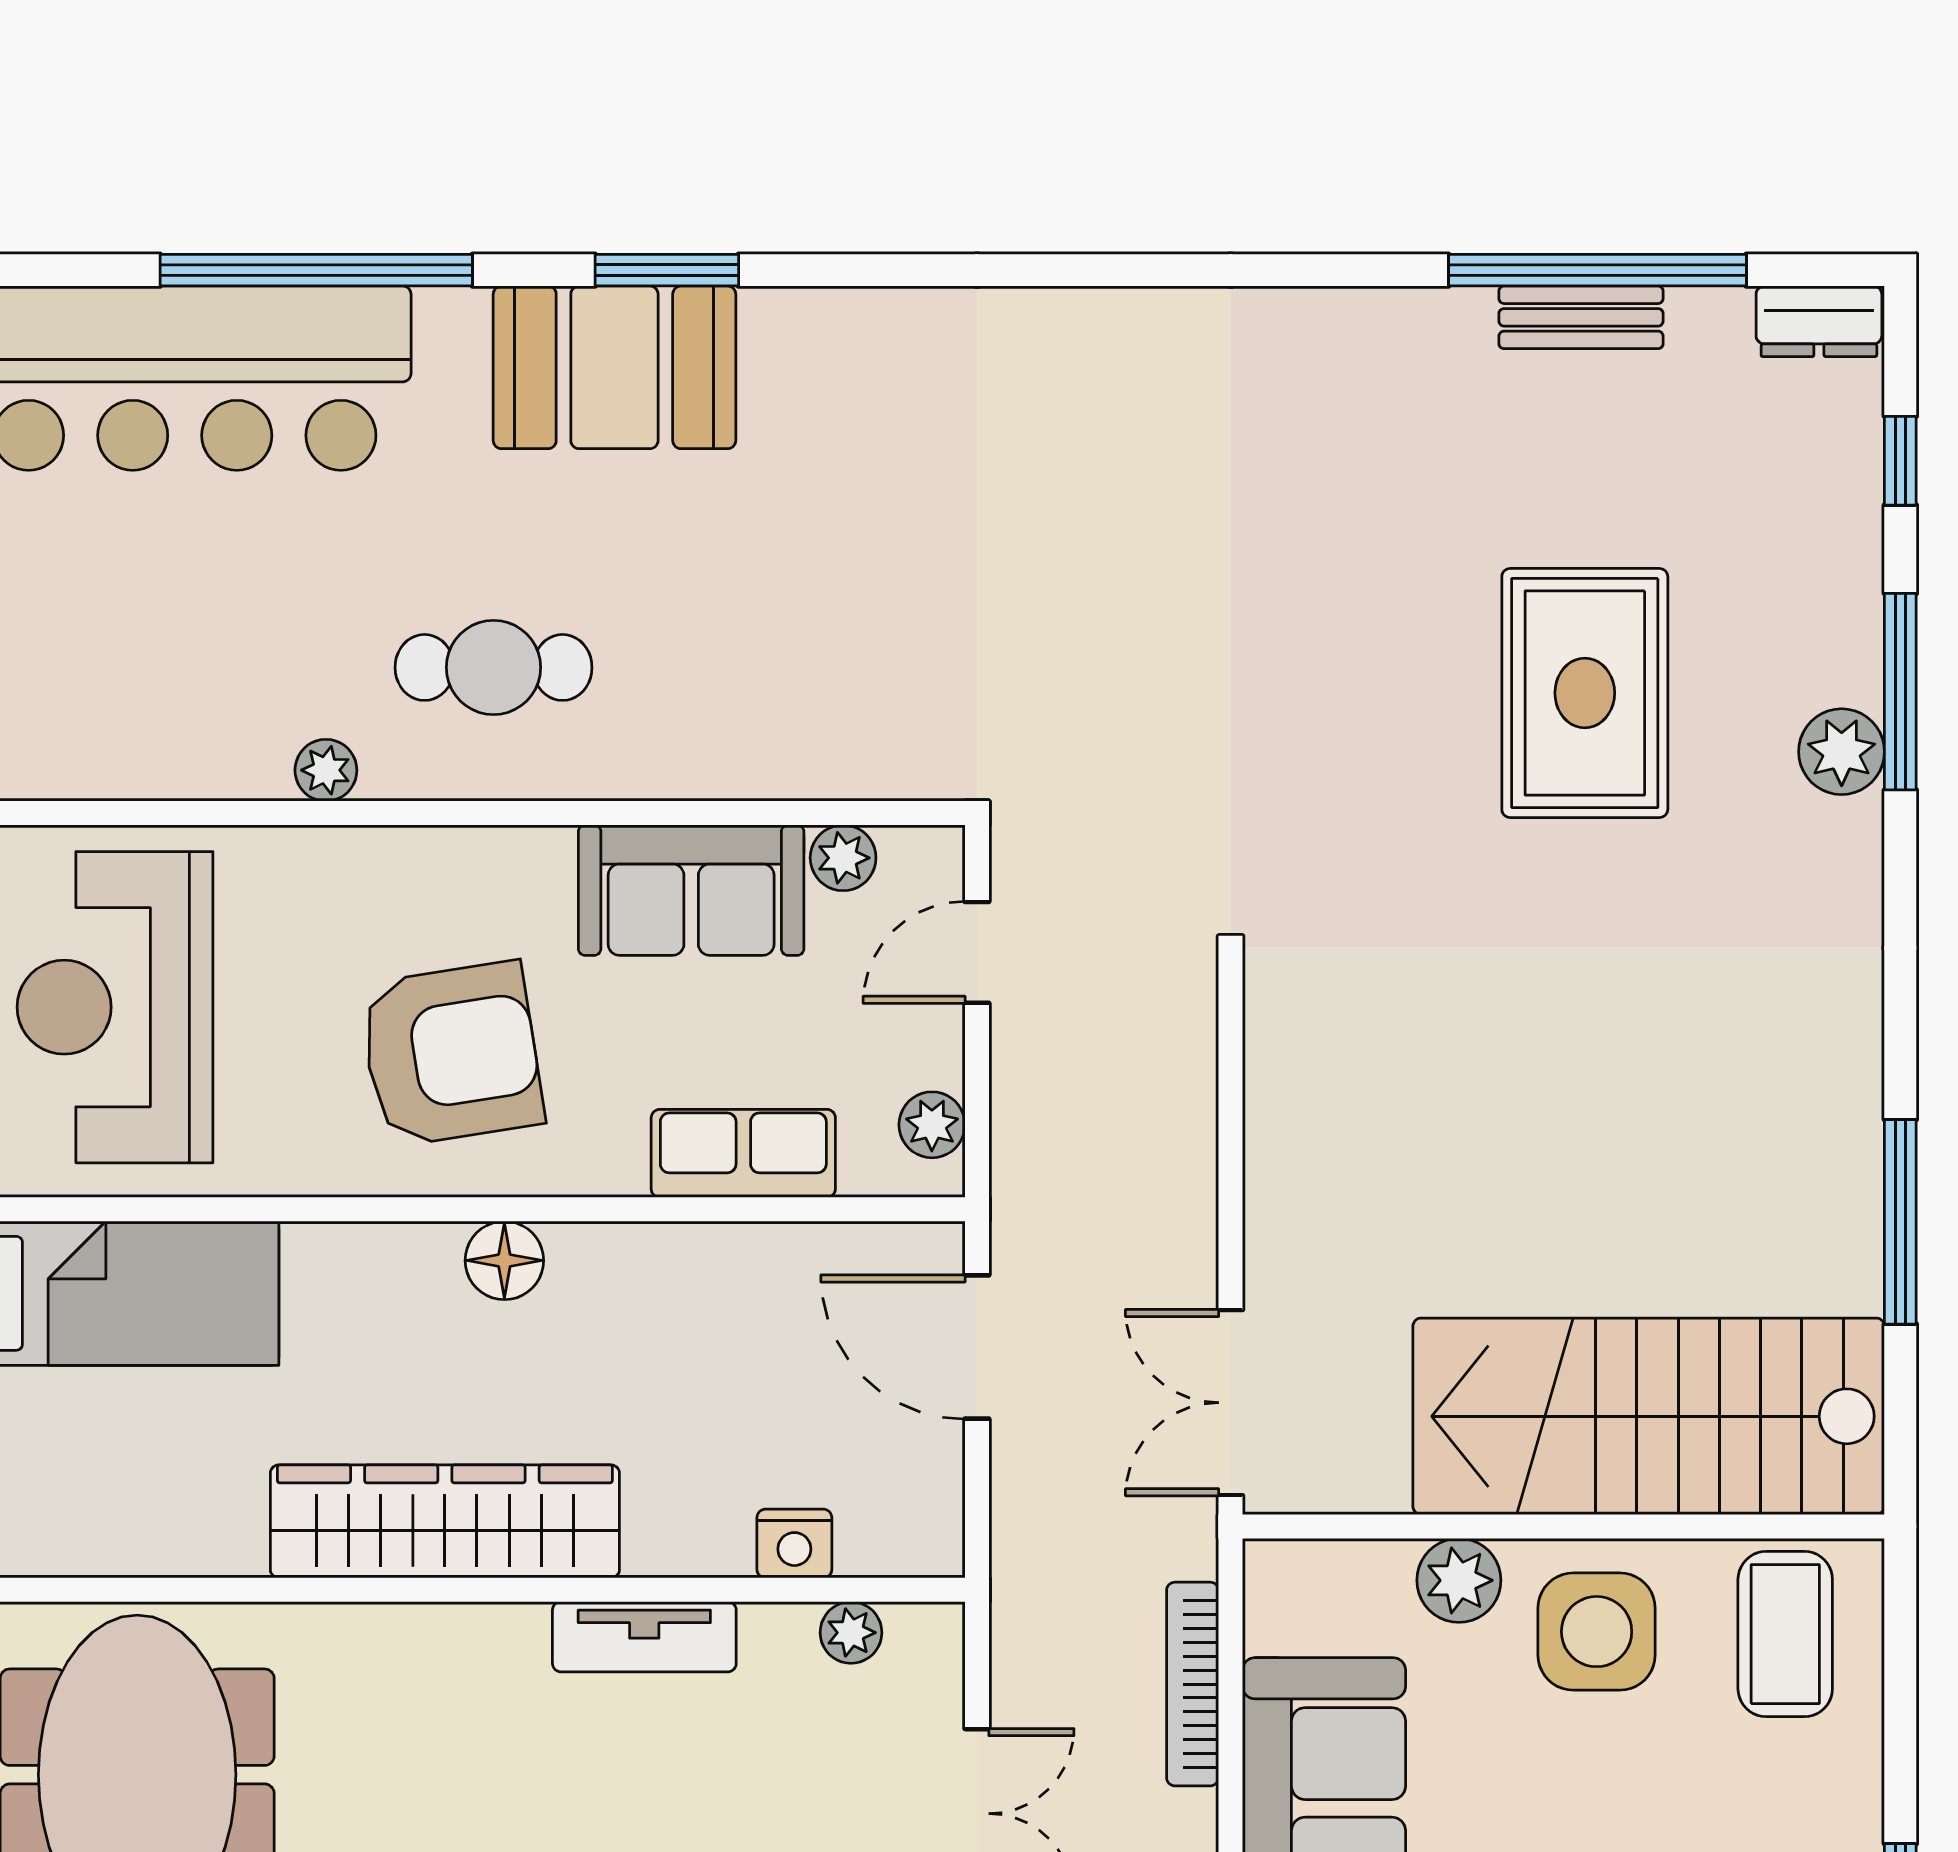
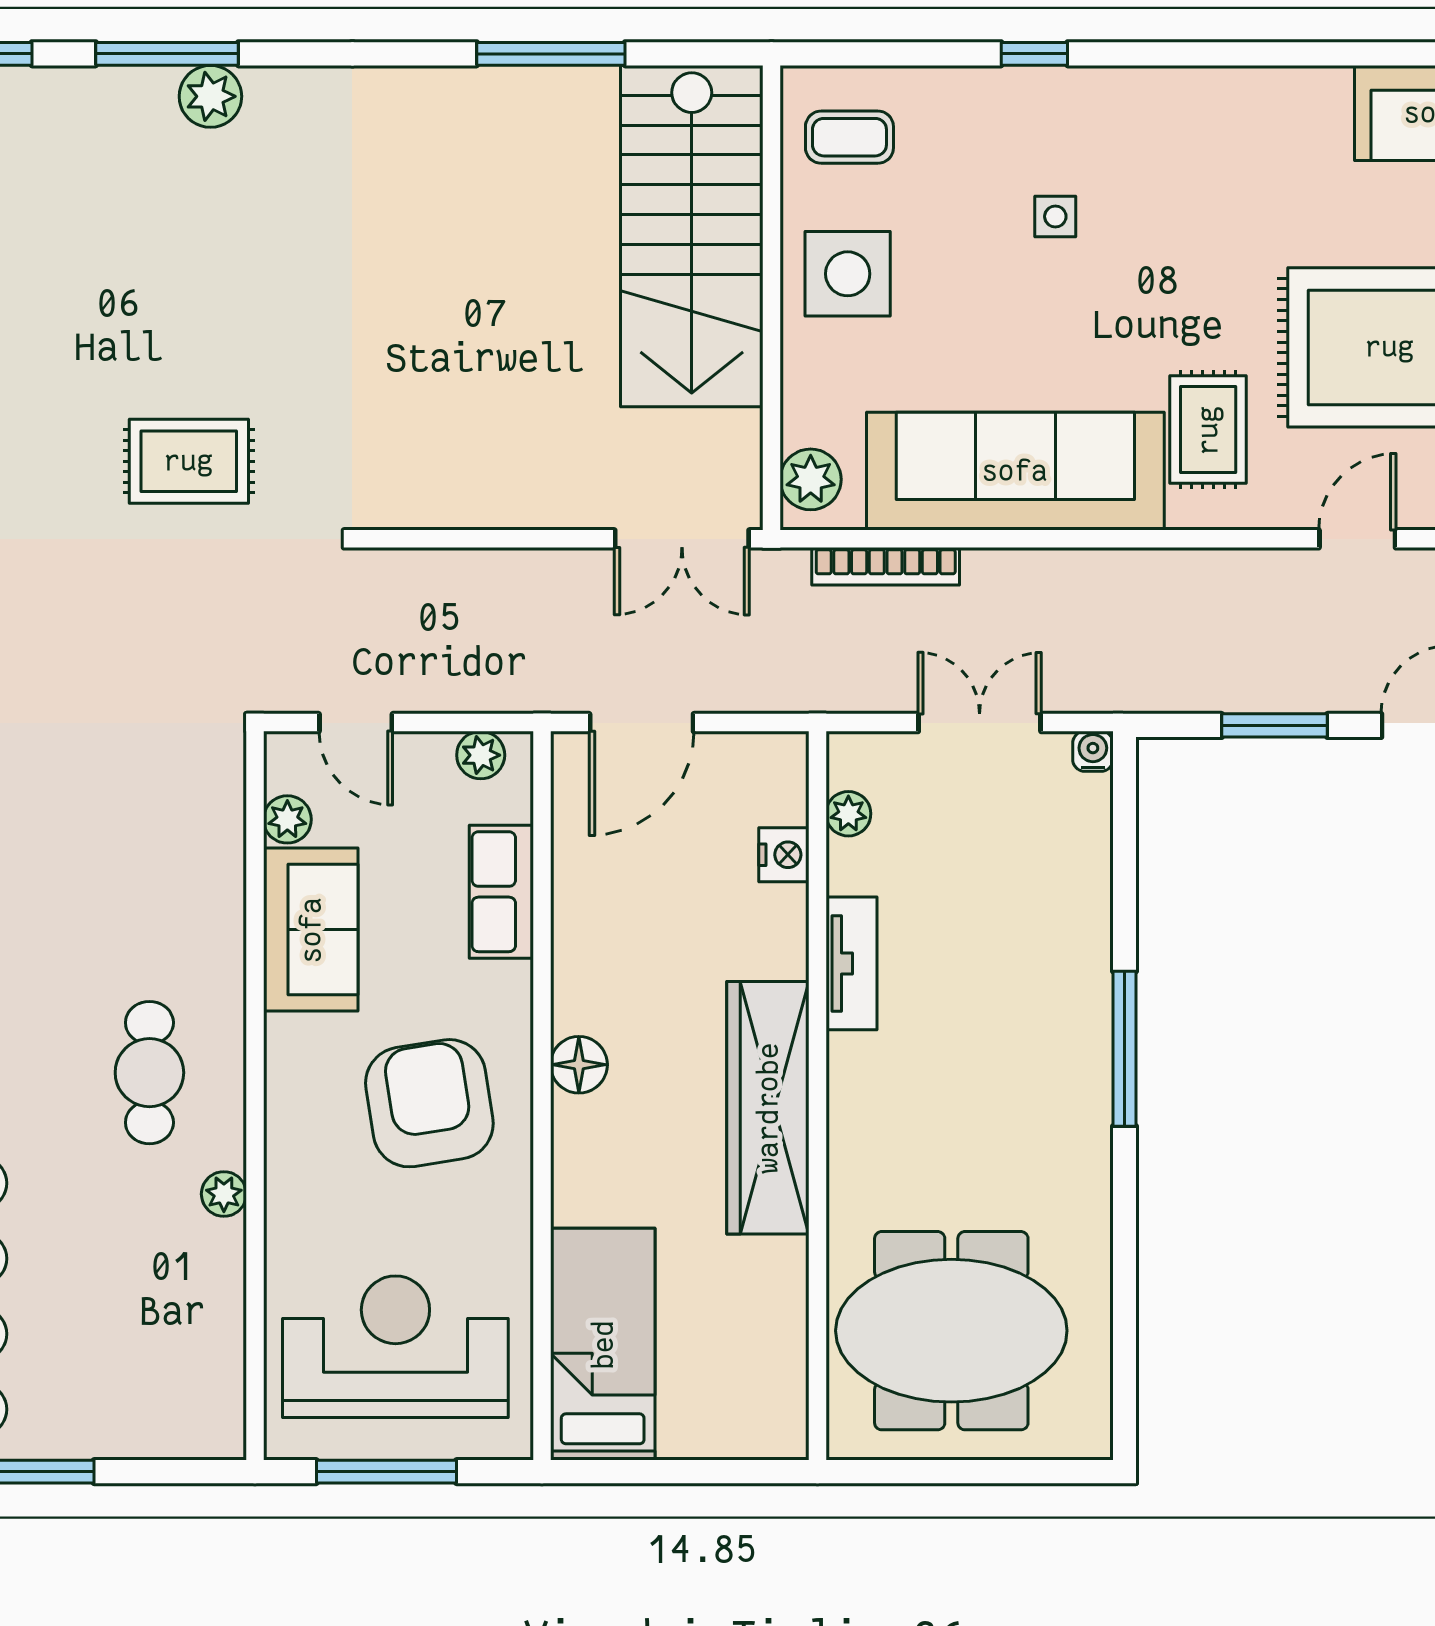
rug: (1585, 693) -> (189, 461), moved, width x0.73, depth x0.70
reception desk: (115, 1007) -> (395, 1347), turned 180
plant: (1459, 1580) -> (811, 479), moved
coffee table: (1785, 1634) -> (849, 137), width x0.73, depth x0.77

